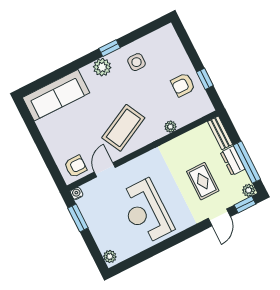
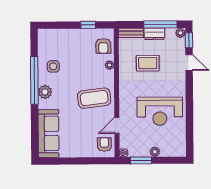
window: (109, 48) -> (34, 80), width x3.17
armchair: (183, 85) -> (103, 46), moved
coffee table: (123, 128) -> (94, 98), turned -70
door: (105, 170) -> (117, 125), hinge flipped
rug: (203, 181) -> (148, 63), moved
plant: (110, 257) -> (155, 152), moved

